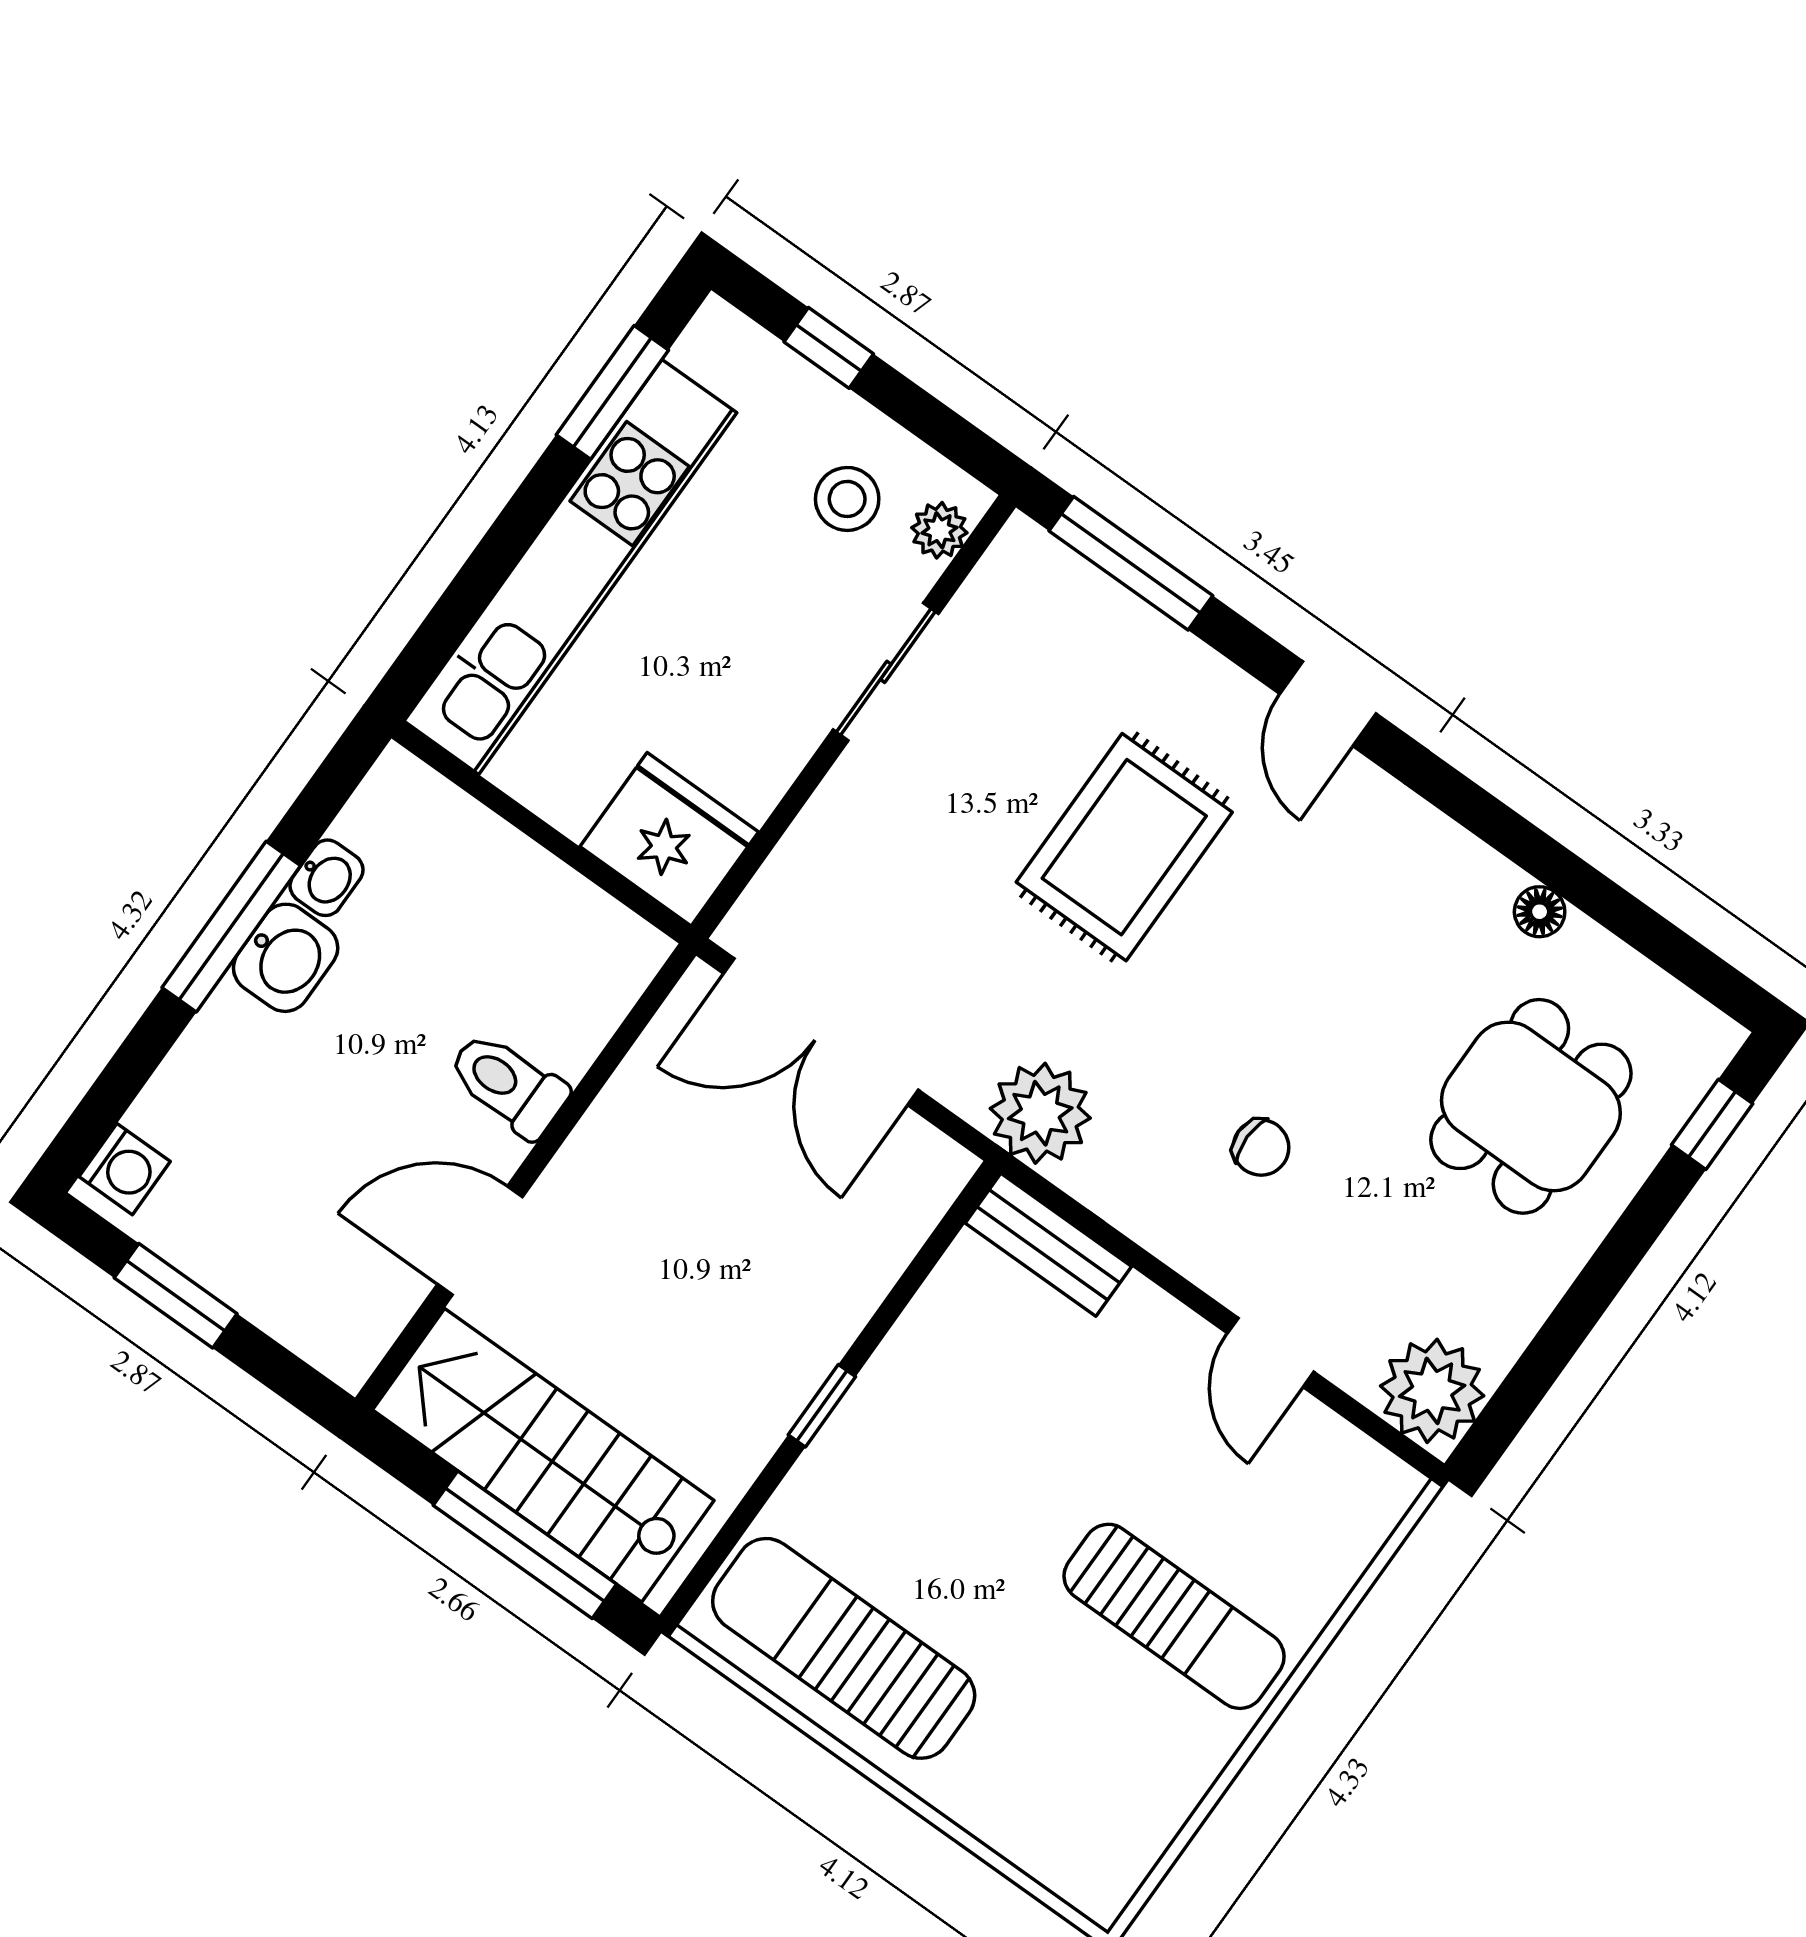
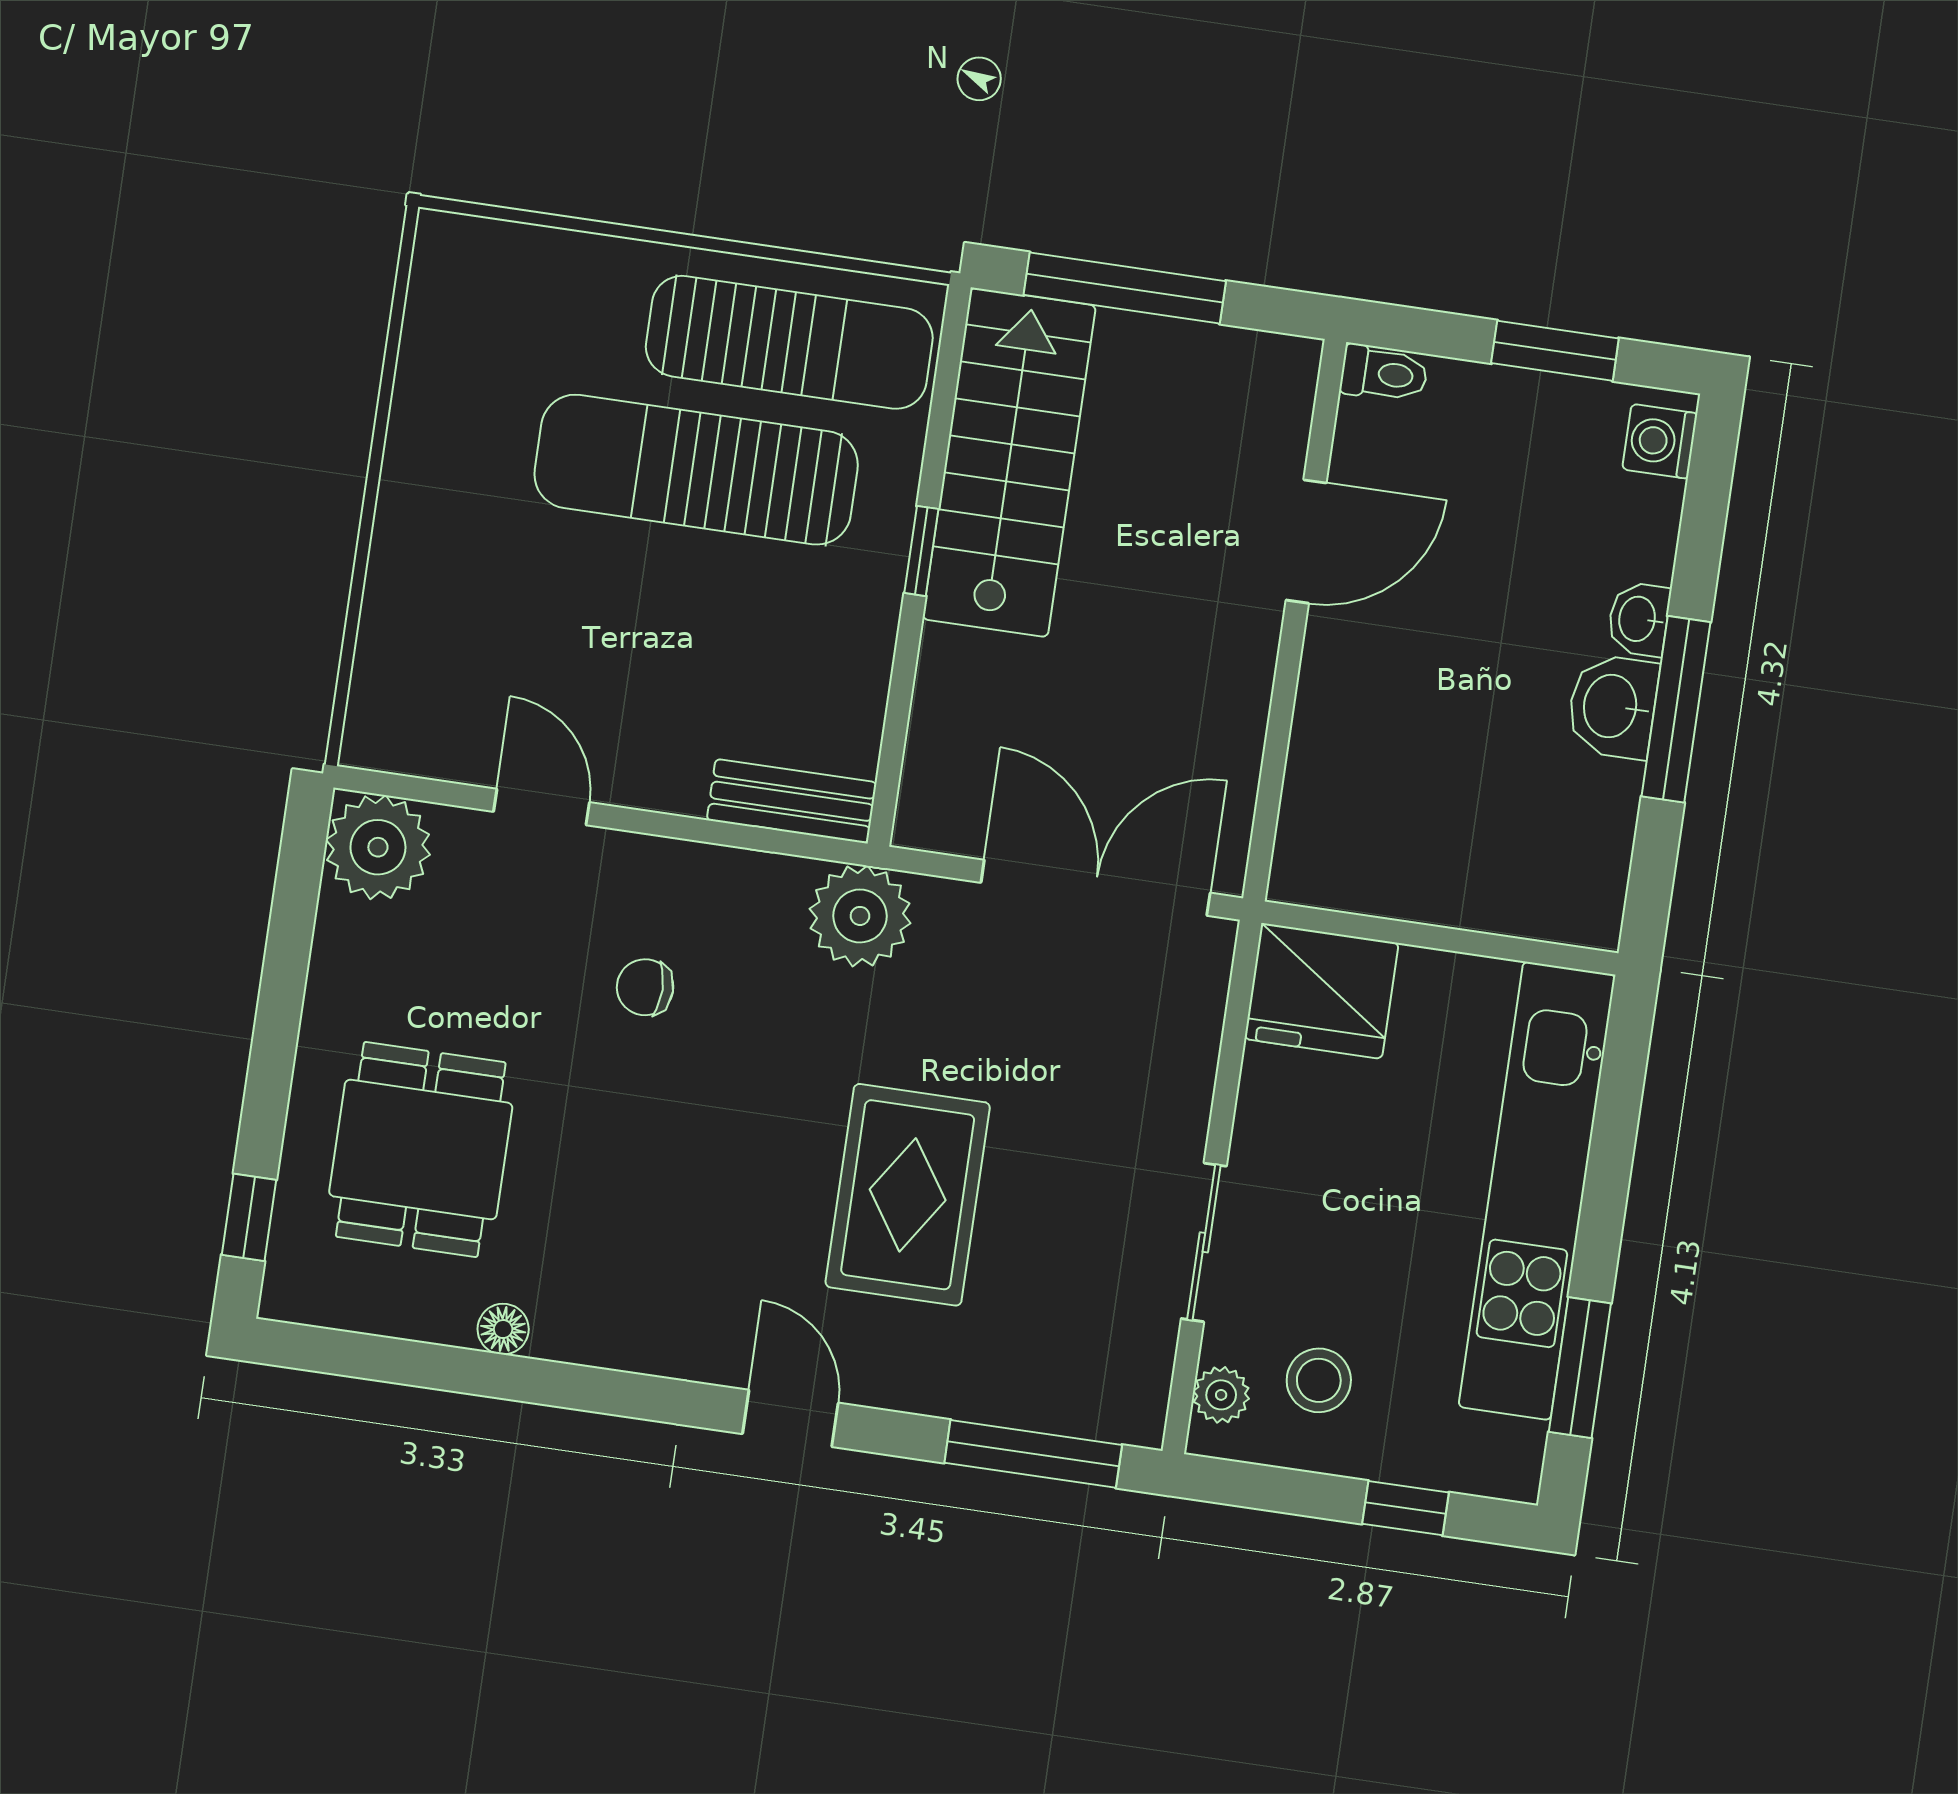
washbasin: (327, 878) -> (1639, 619), moved
toilet: (508, 1084) -> (1384, 374), moved, width x0.73, depth x0.72
stairs: (543, 1455) -> (1009, 462), moved, turned -90
sun lounger: (1174, 1616) -> (696, 470), moved, width x1.36, depth x1.34

